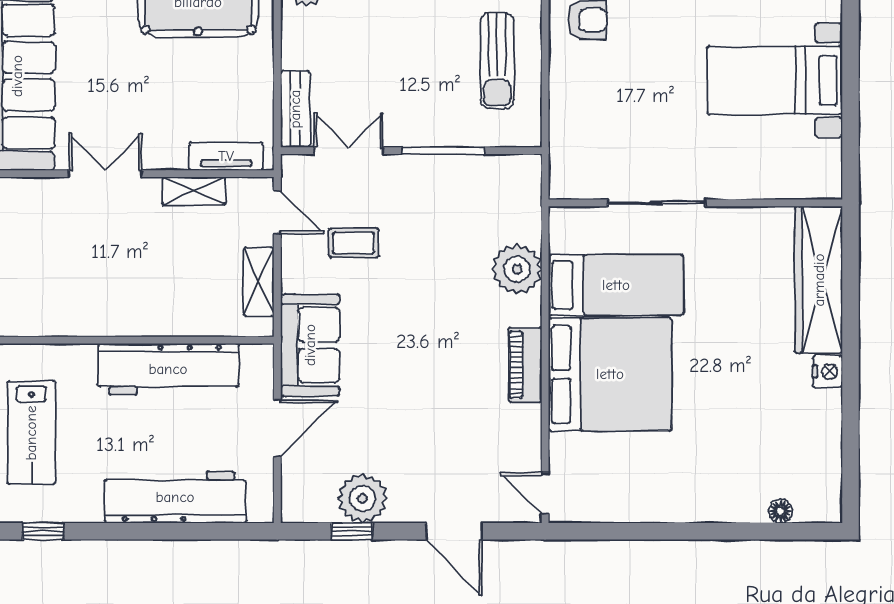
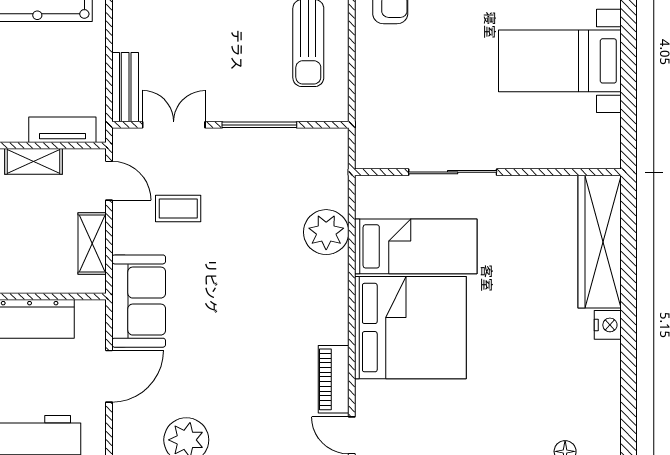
piano: (525, 365) -> (334, 379), moved

